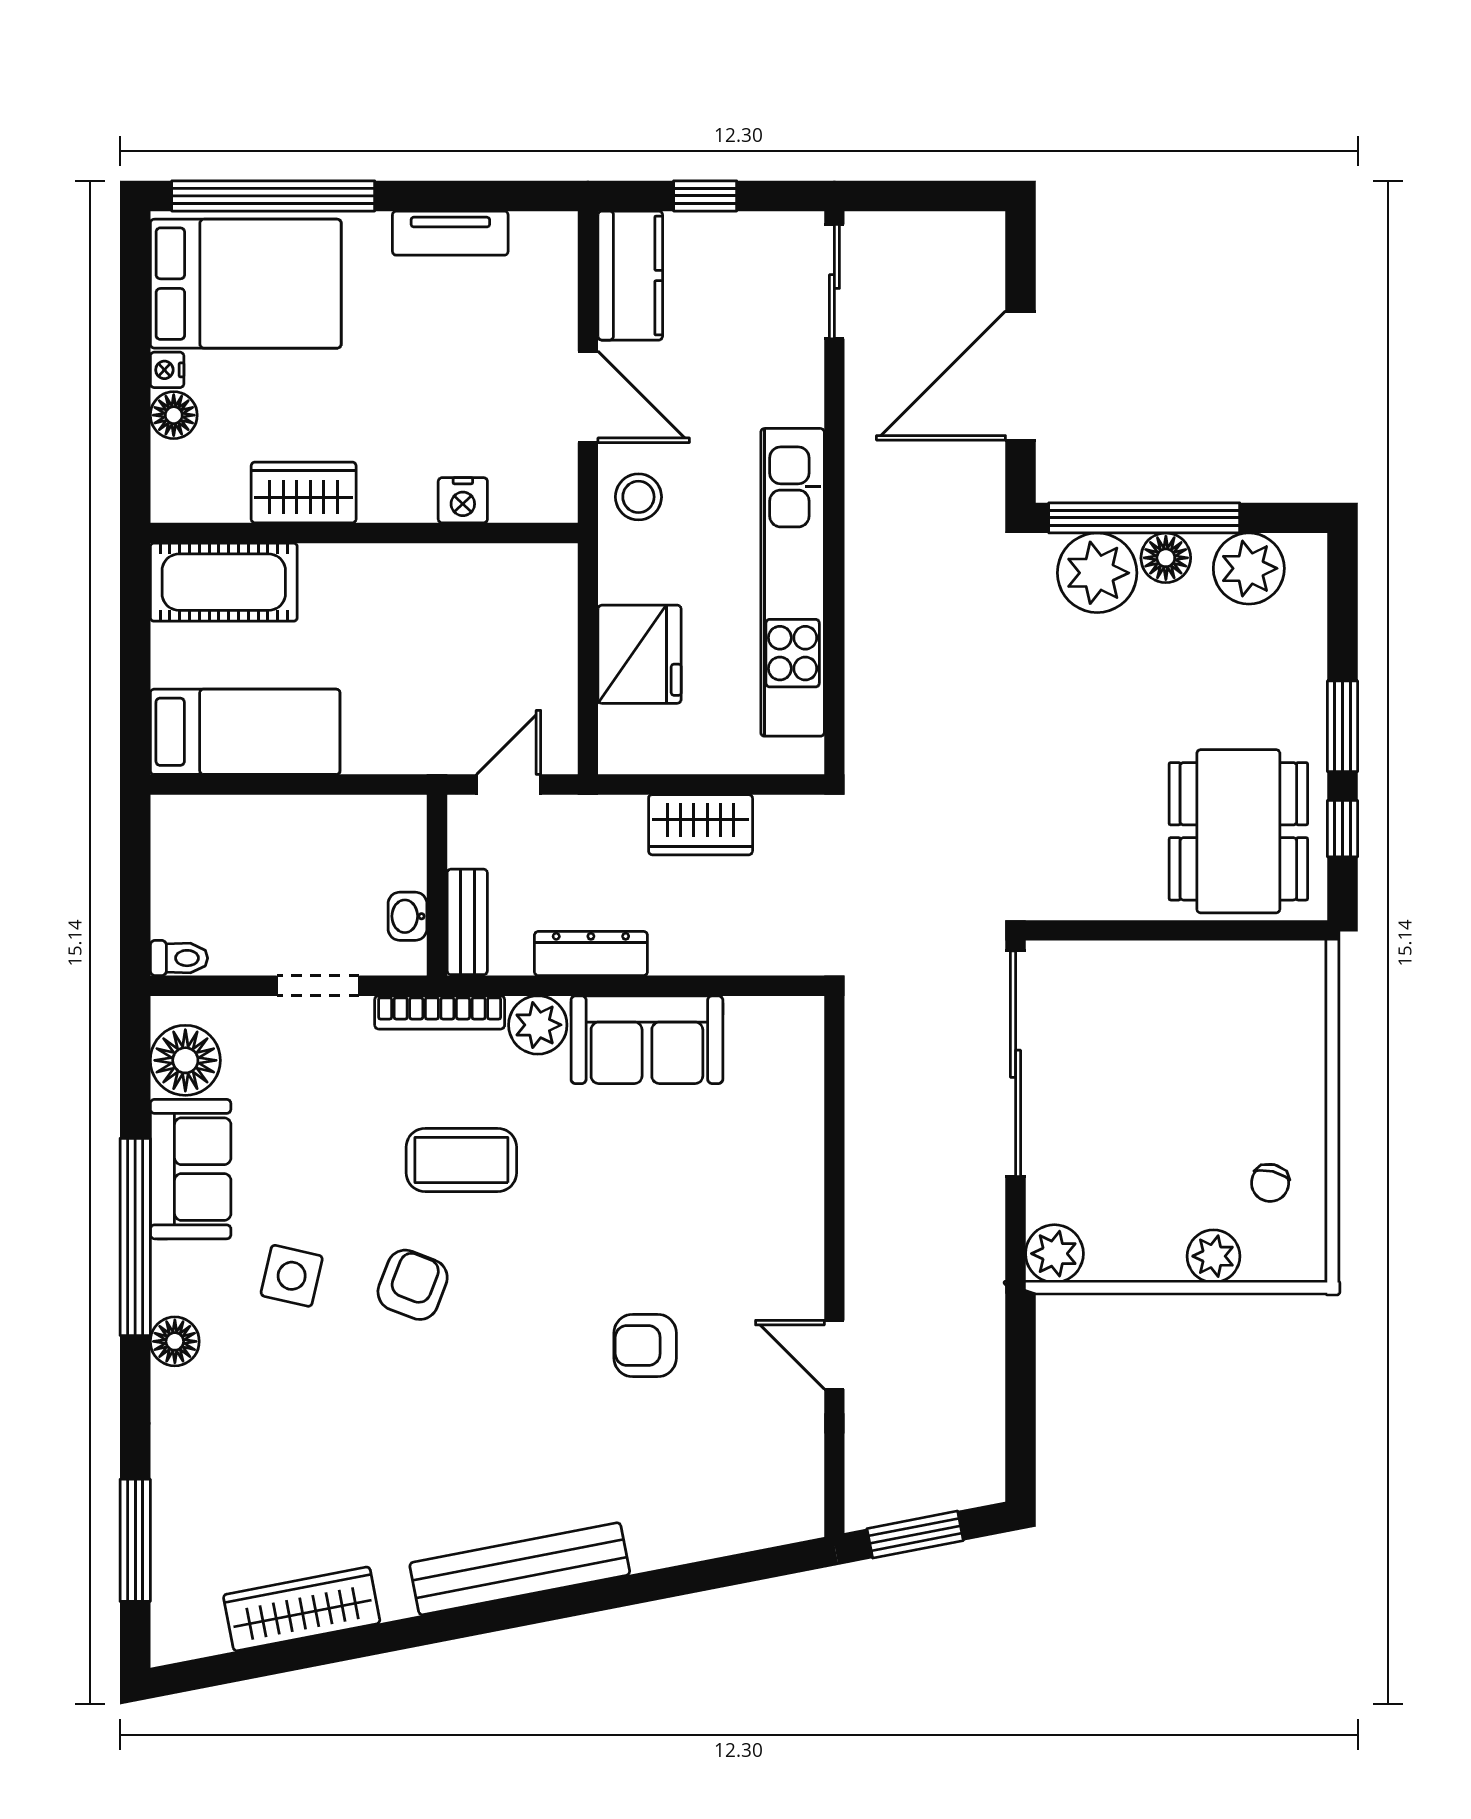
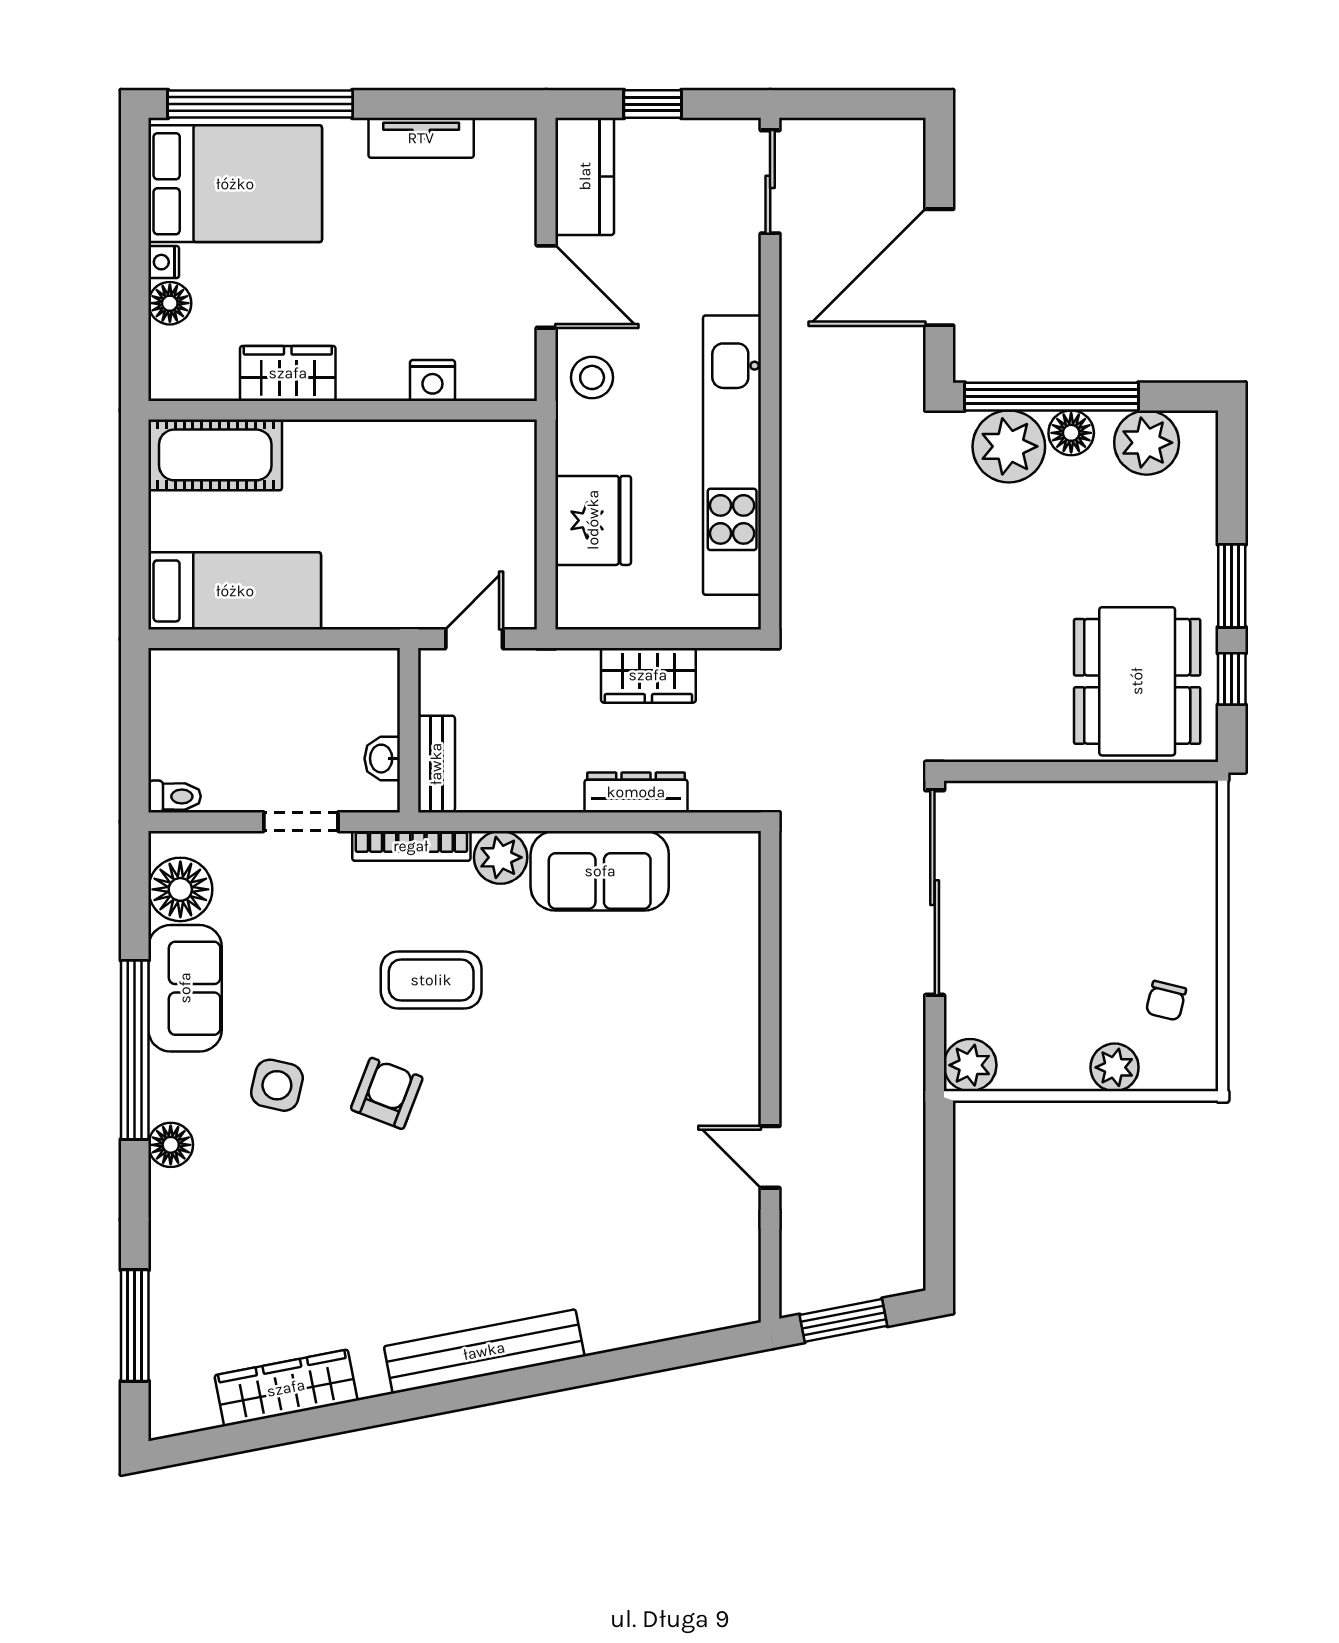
dresser: (591, 954) -> (636, 792), moved
armchair: (645, 1345) -> (598, 1149), removed

